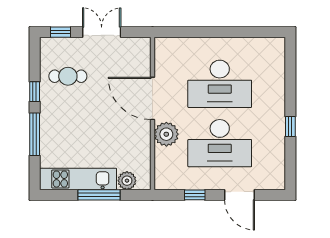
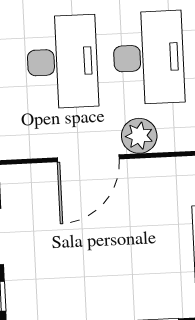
cafe table: (68, 76) -> (62, 283), removed

